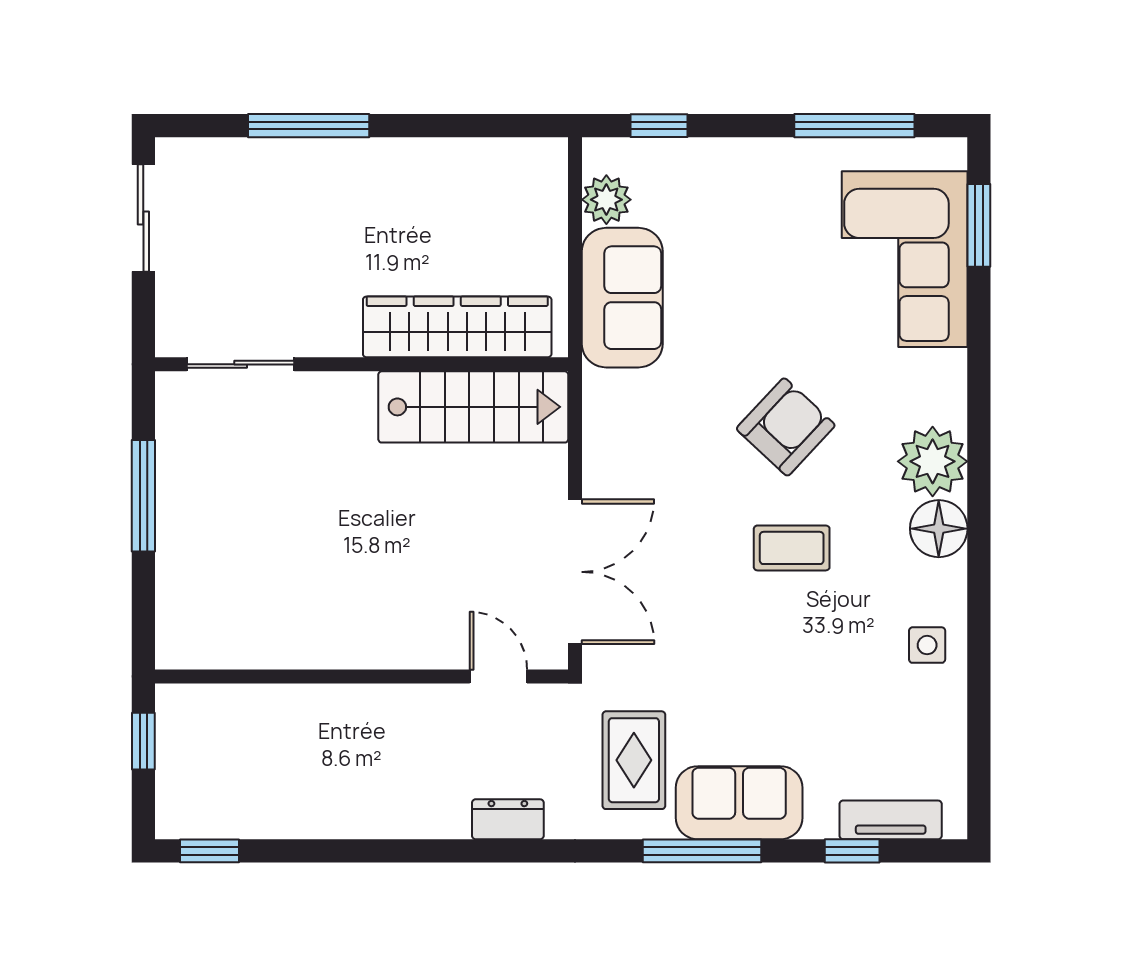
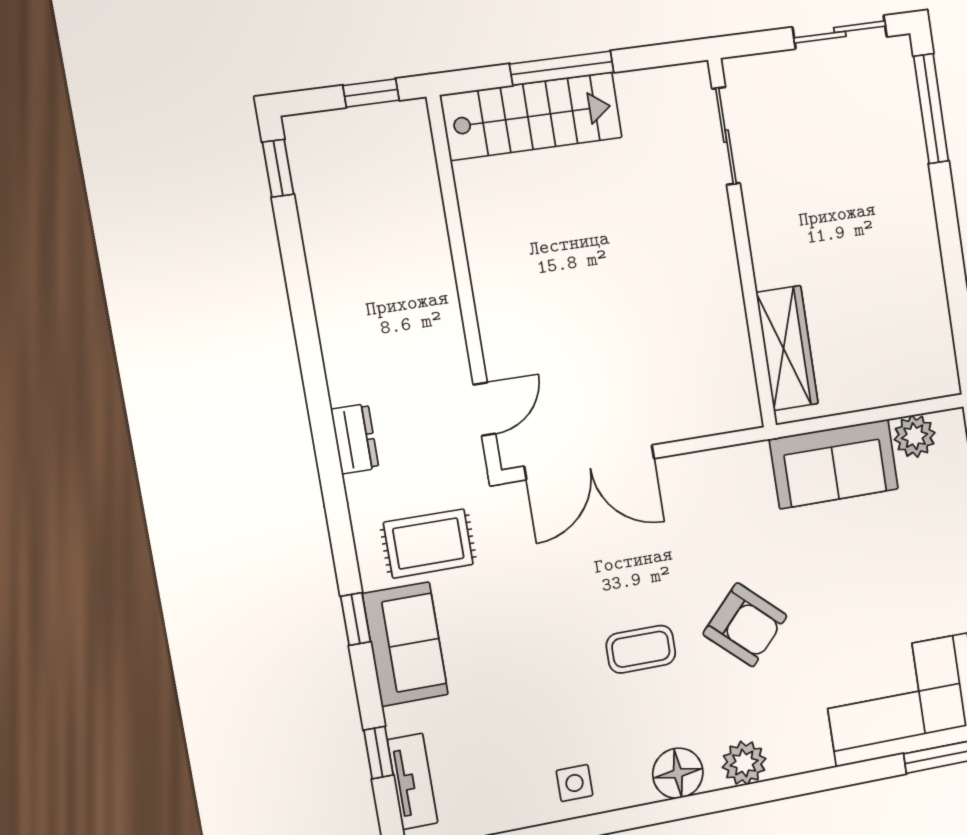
window: (309, 126) -> (931, 109), moved
wardrobe: (457, 327) -> (787, 348), width x0.71, depth x0.85
stairs: (473, 407) -> (531, 116), moved, turned -90
plant: (933, 461) -> (744, 763), width x0.73, depth x0.73
window: (143, 496) -> (562, 68), moved
coffee table: (792, 548) -> (641, 649), turned 90
window: (702, 851) -> (356, 619), width x0.46

